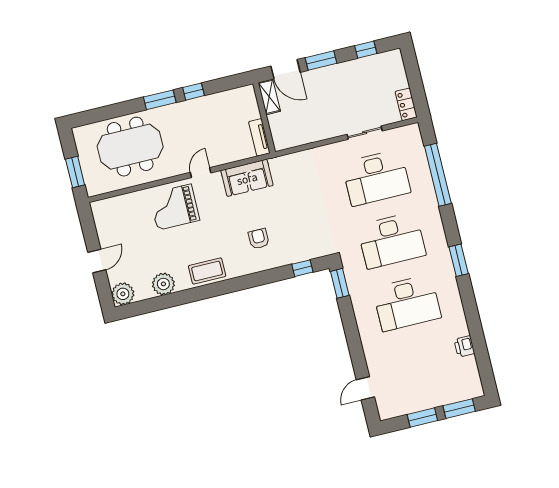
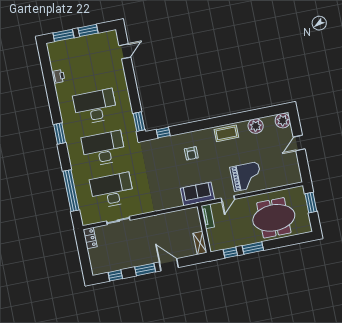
shelving: (269, 97) -> (200, 243), moved
wall: (264, 118) -> (204, 229), moved
tv unit: (259, 137) -> (208, 216), moved

